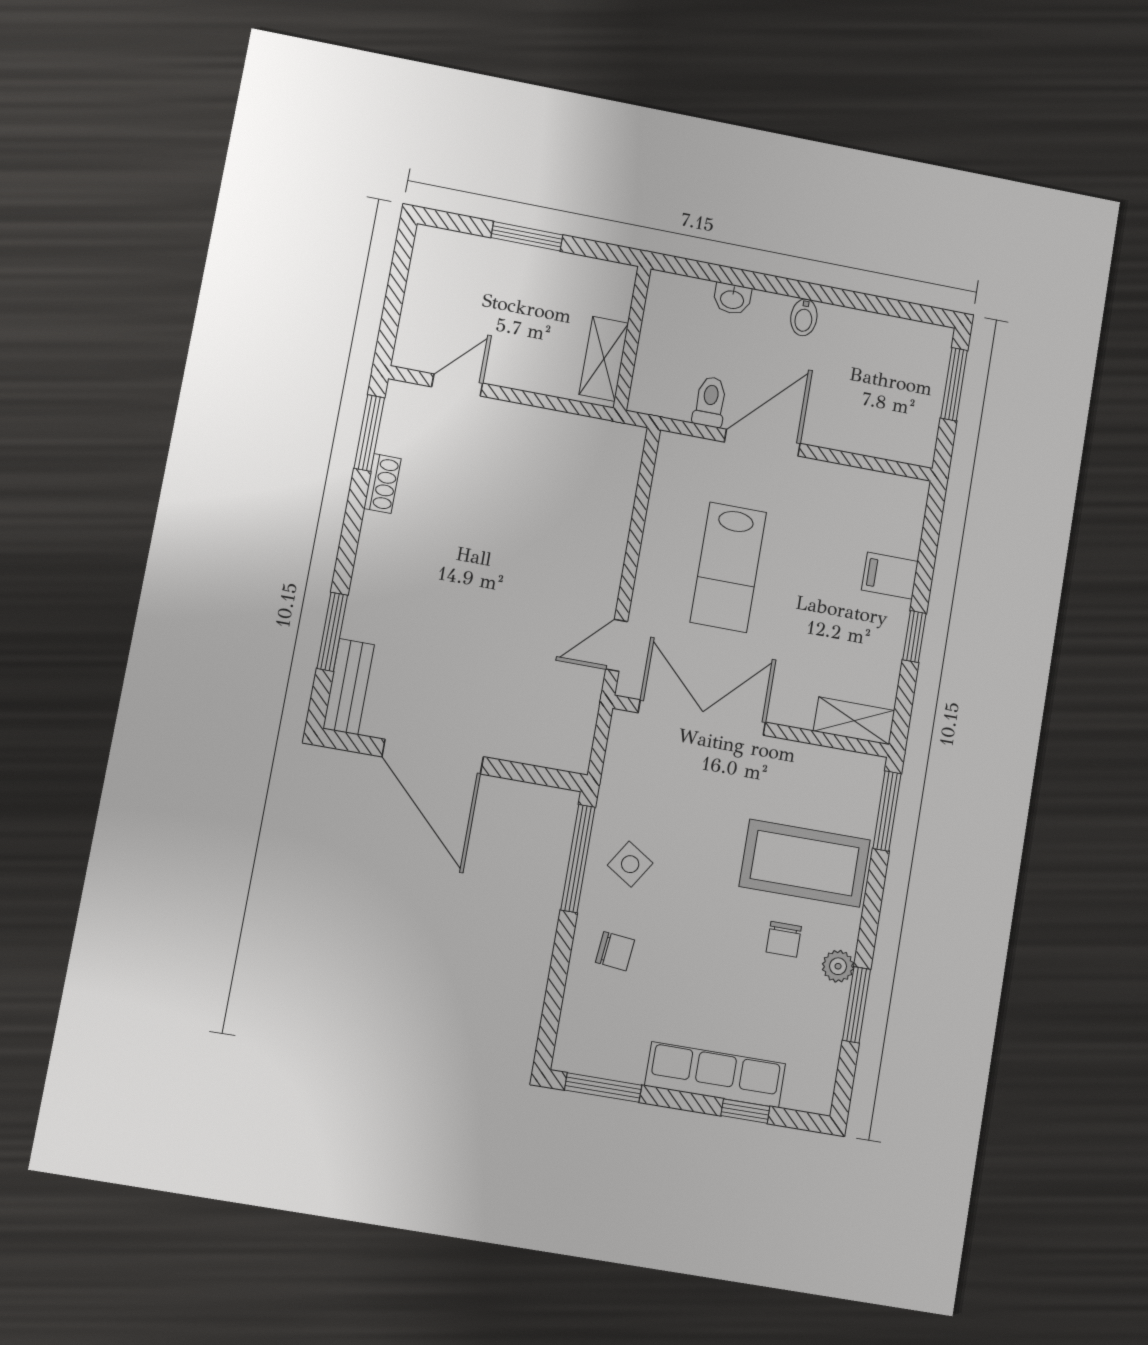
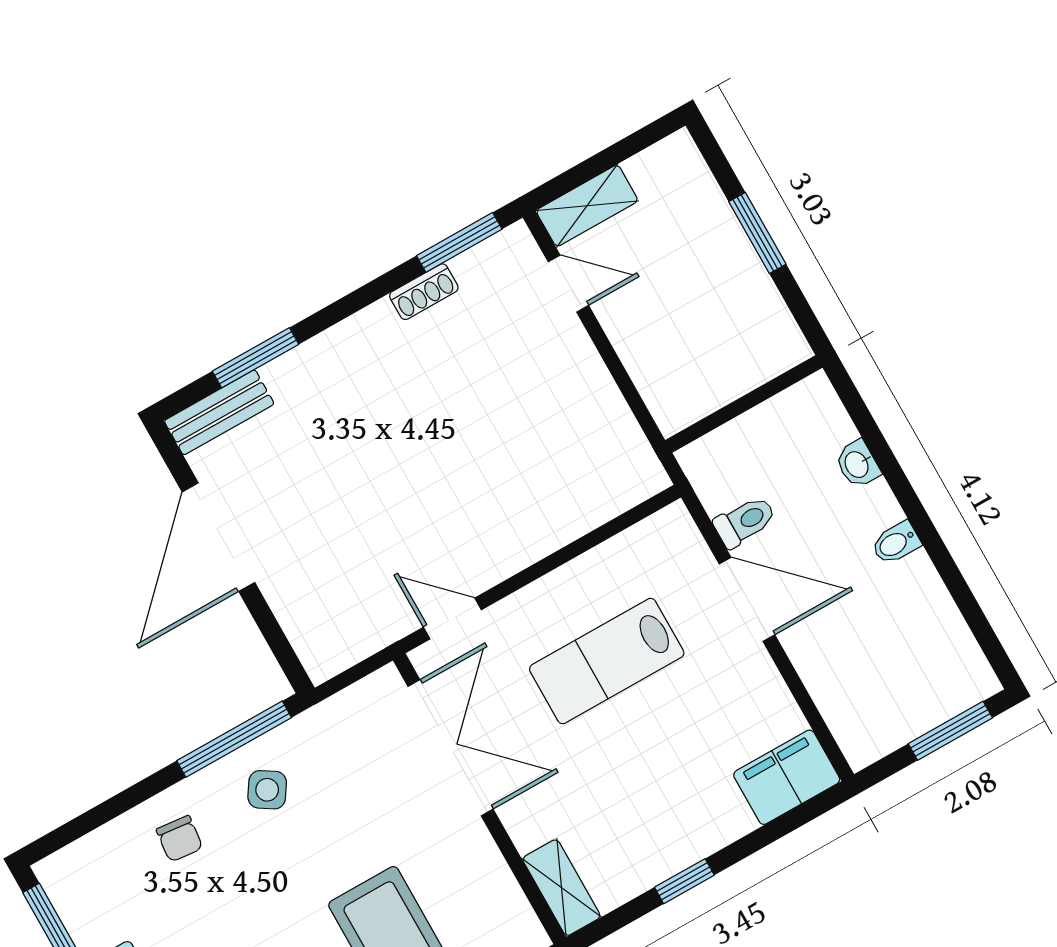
shelving: (604, 359) -> (587, 206), moved
filing cabinet: (890, 576) -> (787, 777), moved, width x2.00

